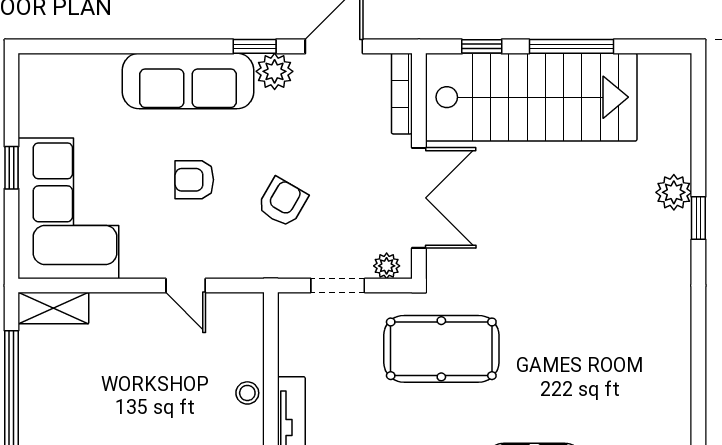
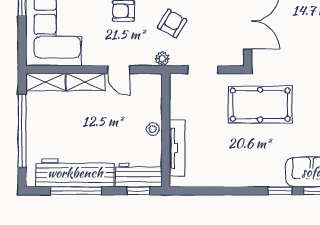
plant: (387, 266) -> (162, 59), moved
shelving: (126, 308) -> (86, 82), added

